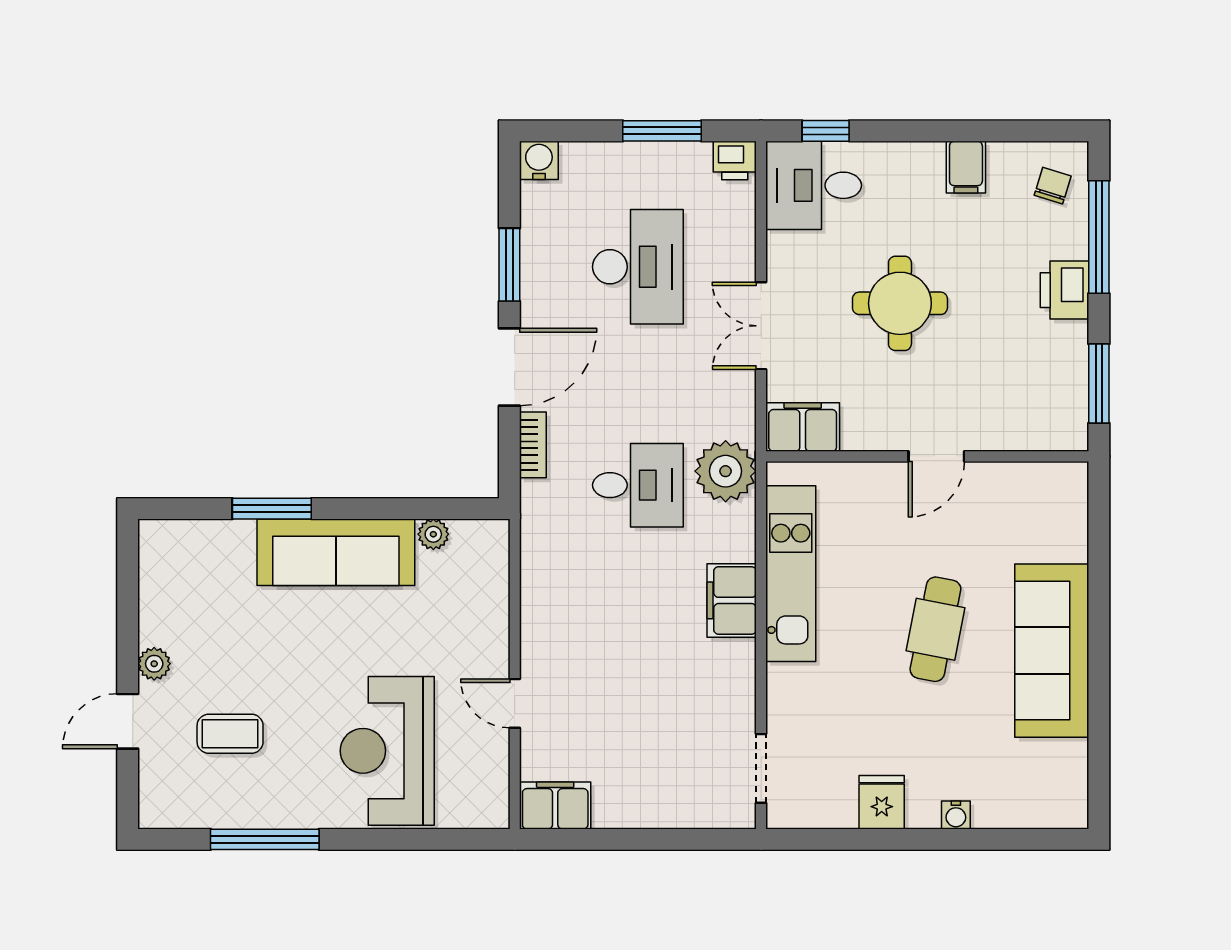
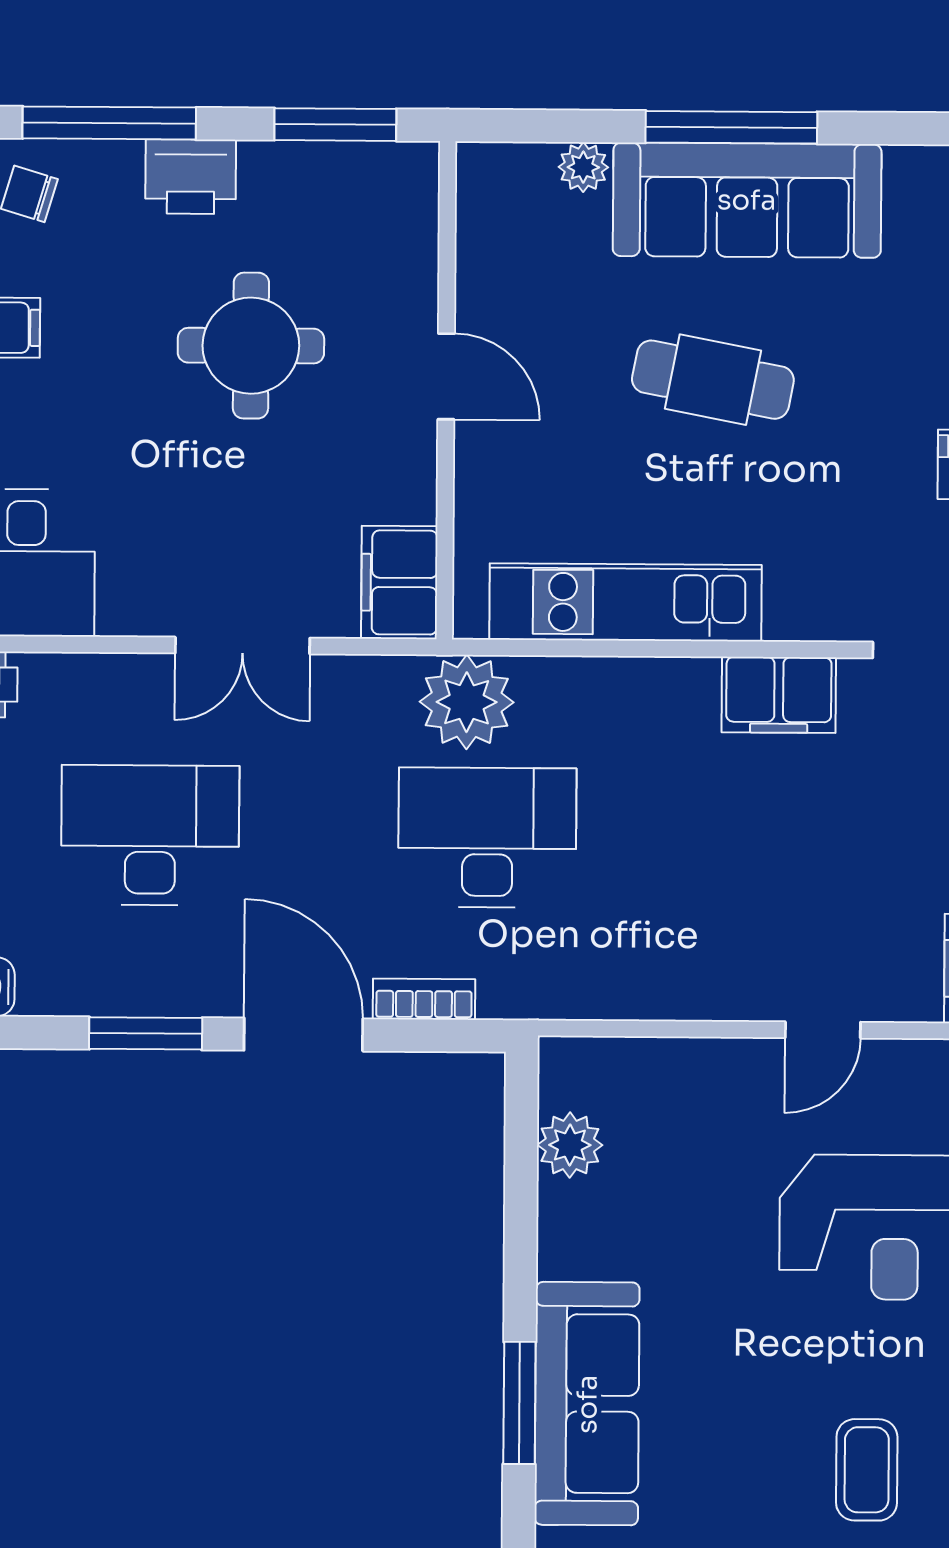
round table: (900, 303) -> (251, 346), moved
desk: (638, 485) -> (487, 837), width x1.37
plant: (433, 534) -> (570, 1145), width x1.38, depth x1.38
plant: (1072, 544) -> (583, 167), added
sofa: (336, 552) -> (587, 1404), moved
filing cabinet: (732, 600) -> (779, 695), moved
window: (1099, 640) -> (731, 127), added

